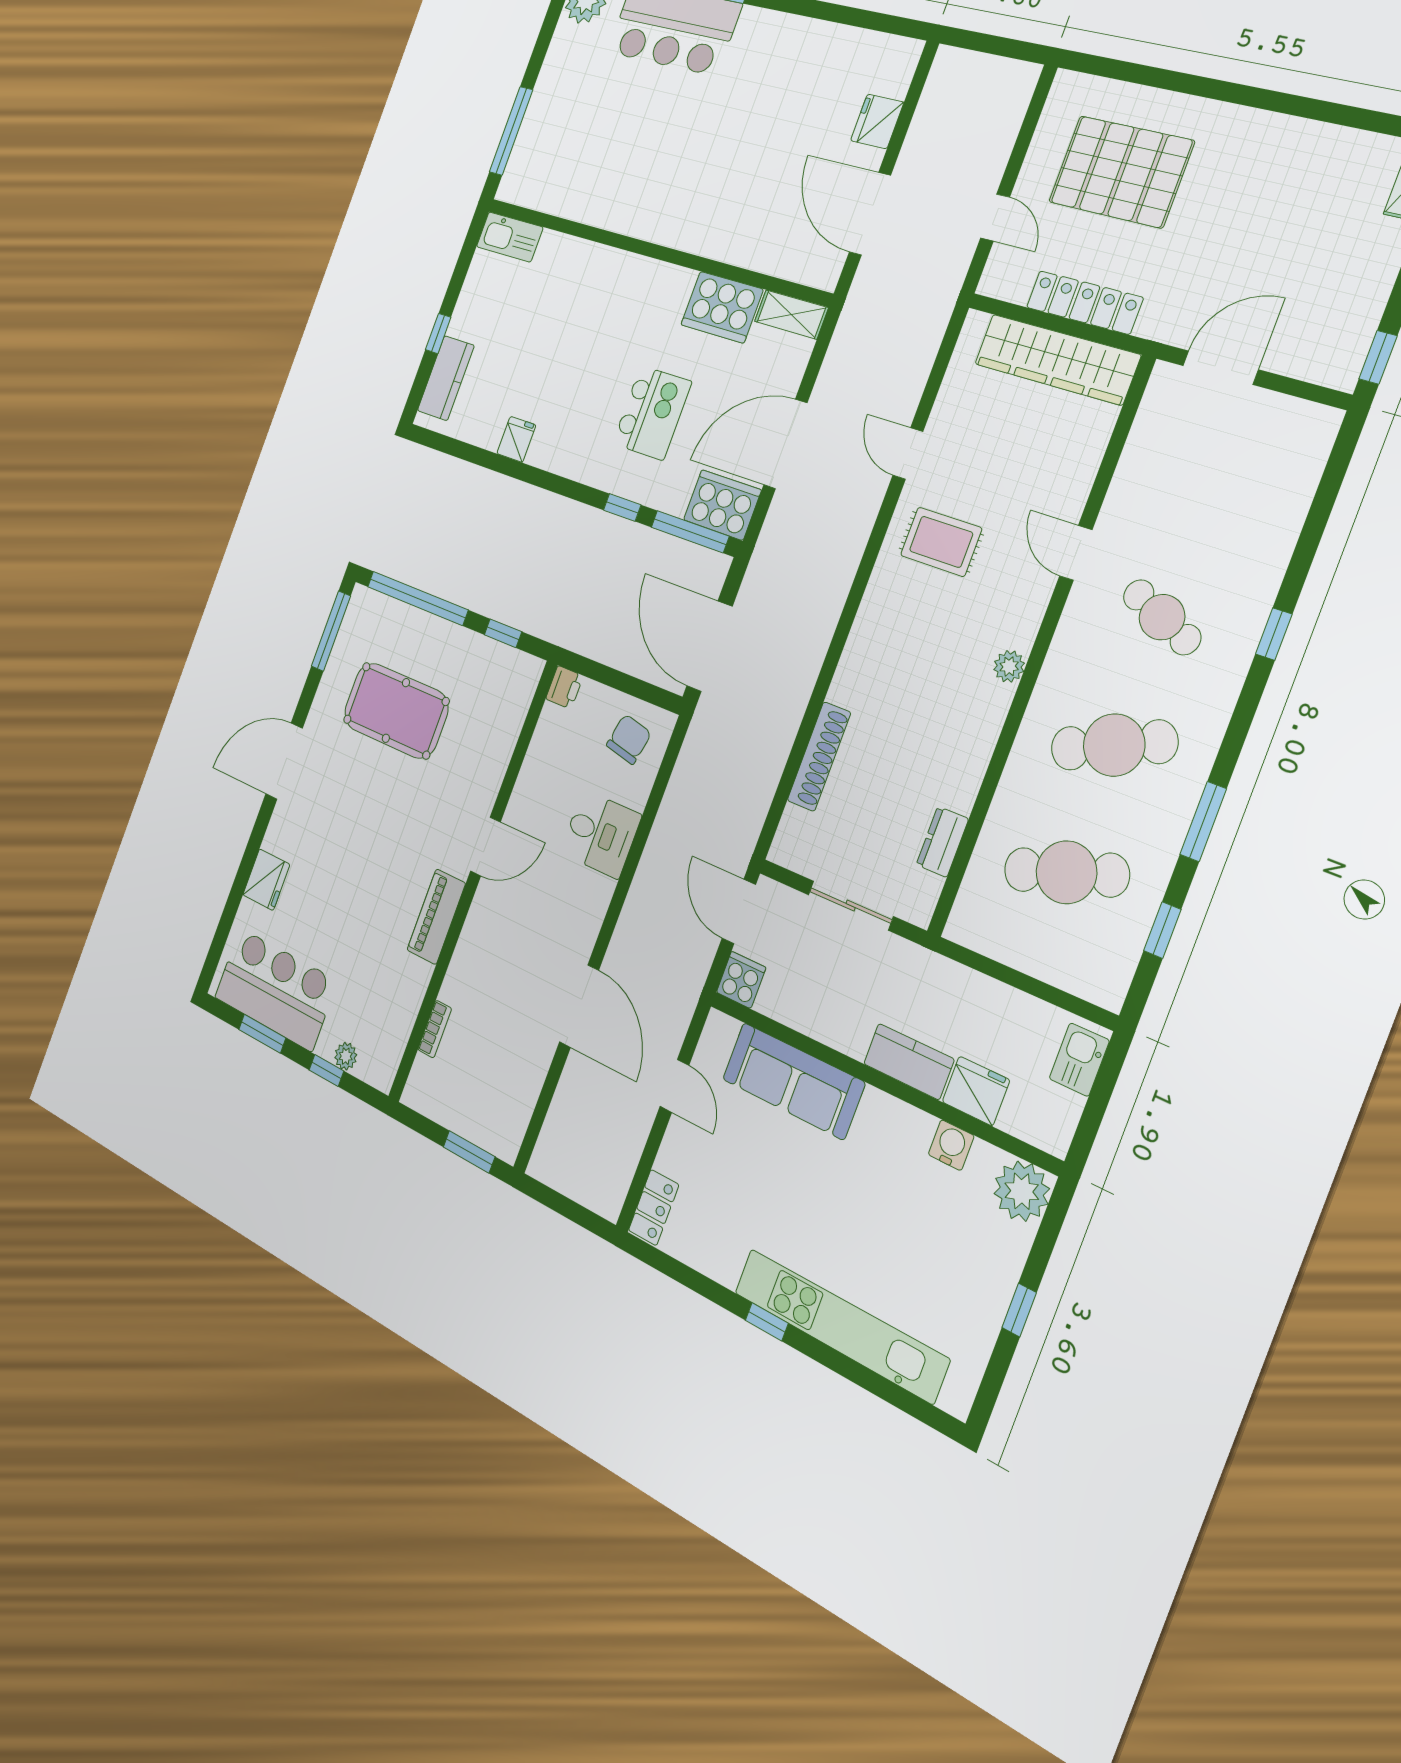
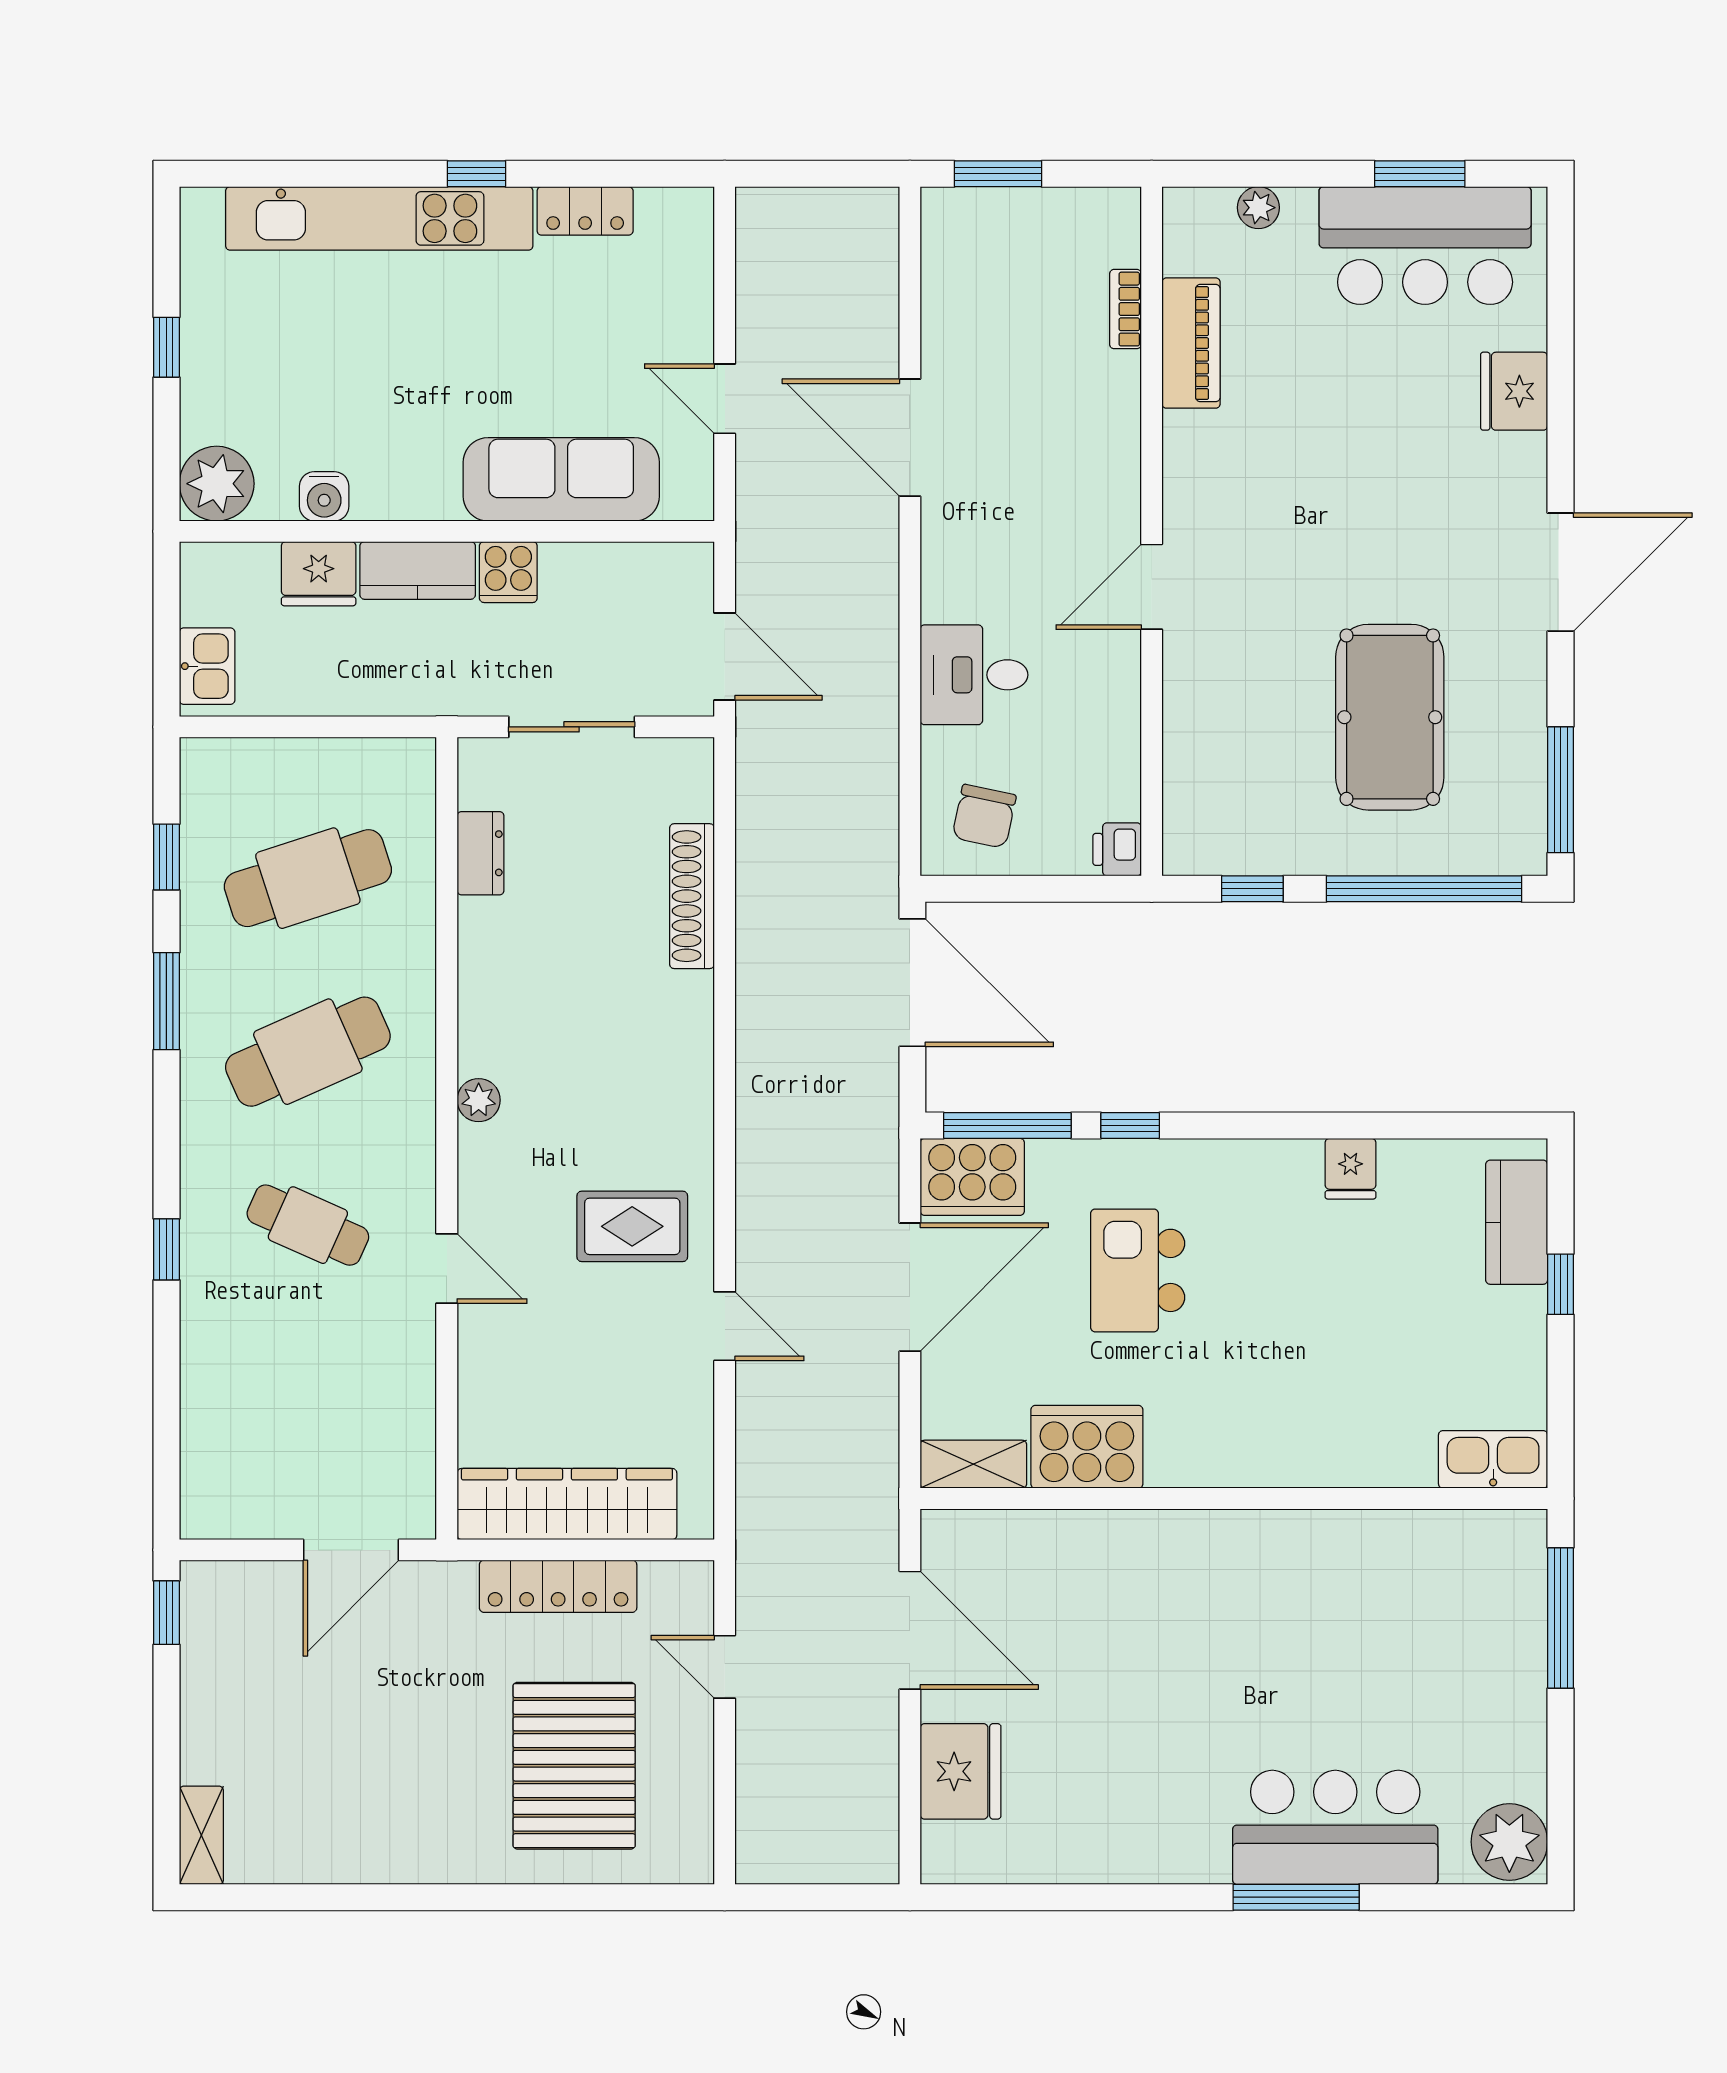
fridge: (877, 121) -> (961, 1771), width x1.36, depth x1.34
pallet: (1121, 172) -> (574, 1766), turned 90
pool table: (396, 710) -> (1390, 717), turned 90
piano: (436, 917) -> (1191, 343), moved
cooker: (741, 980) -> (508, 572), moved
window: (326, 1070) -> (1283, 174), removed
locker: (654, 1207) -> (585, 211), moved, turned -90

